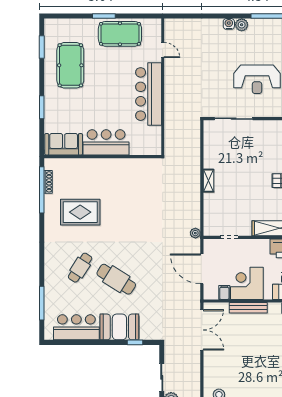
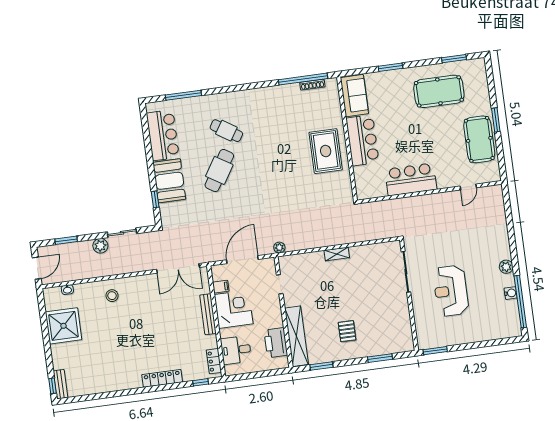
water cooler: (229, 24) -> (511, 293), moved
bar counter: (149, 94) -> (411, 179), width x0.73
rug: (80, 212) -> (326, 151), moved

